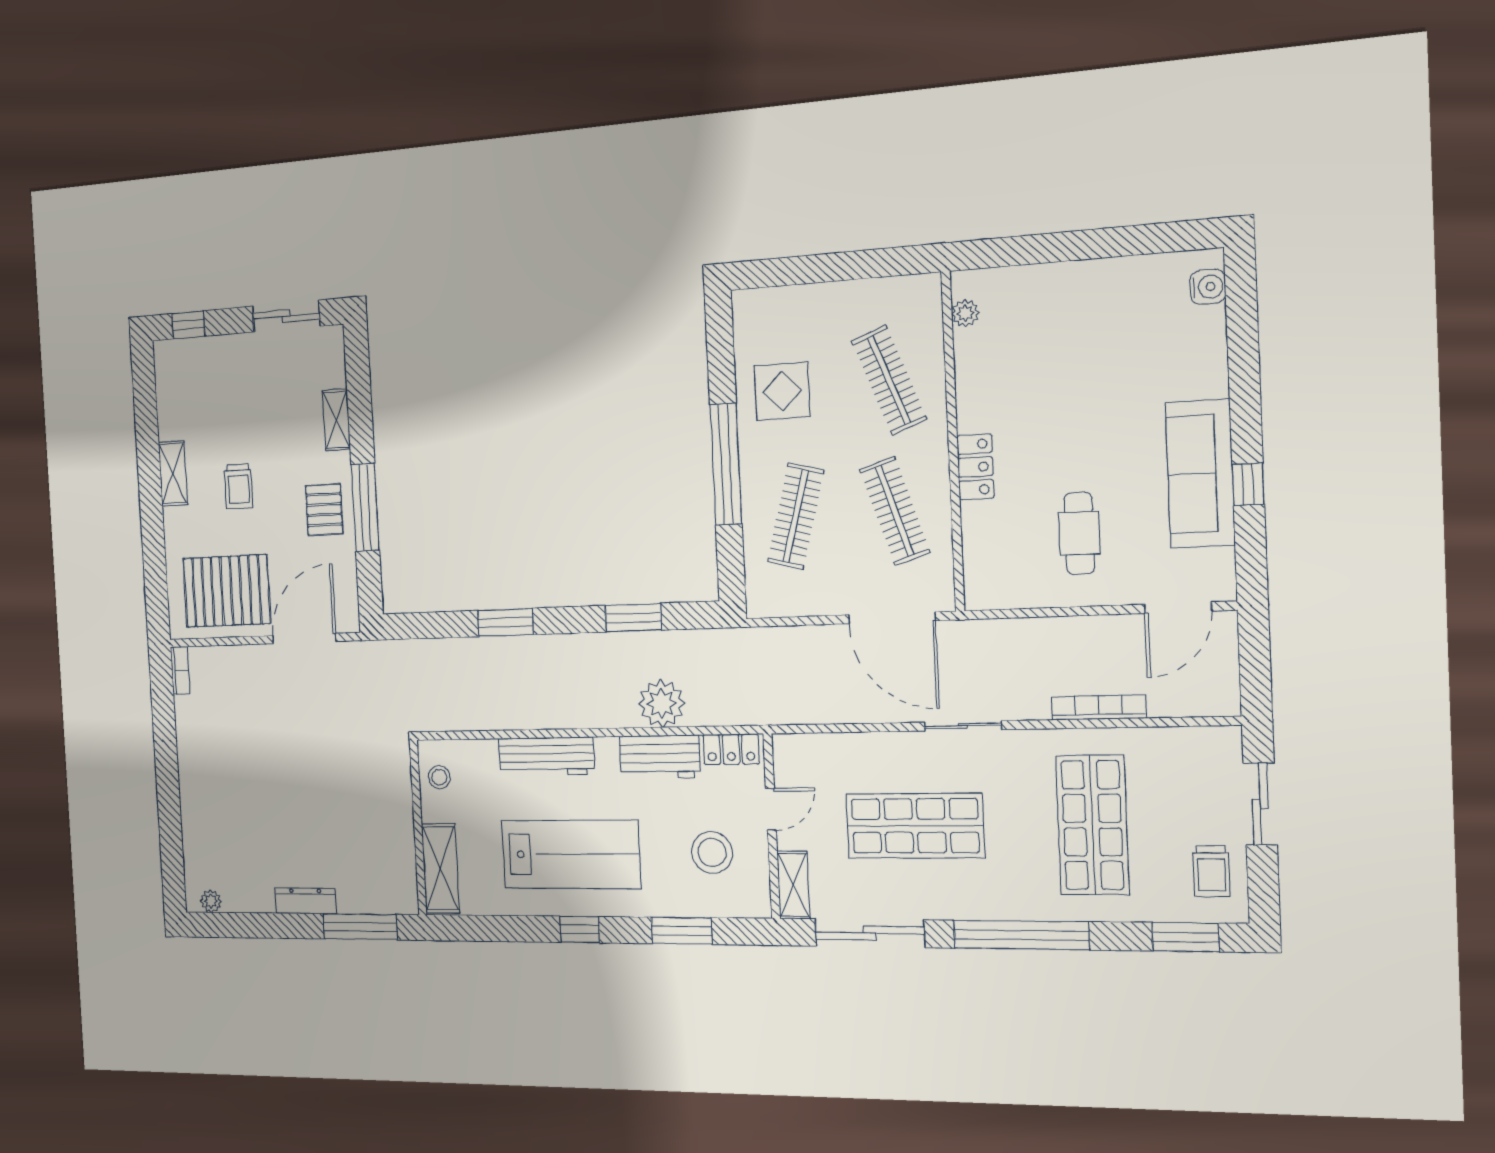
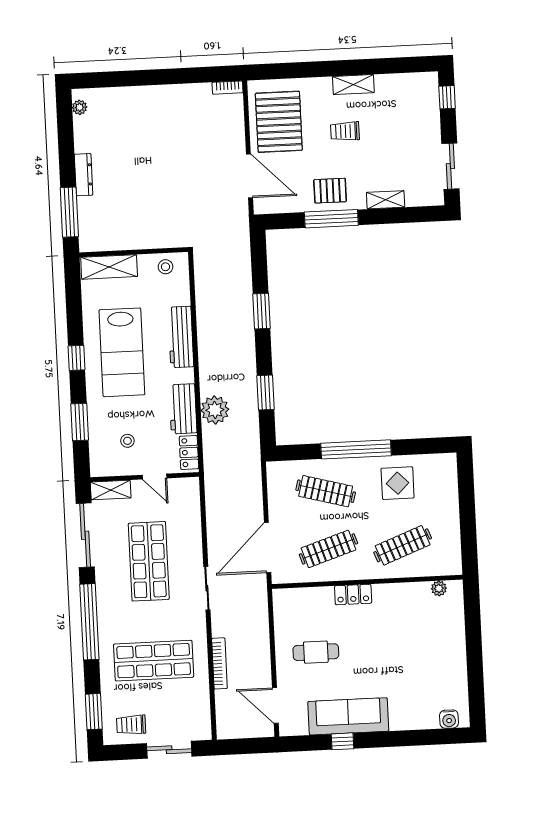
stool: (712, 852) -> (127, 441), width x0.53, depth x0.53

